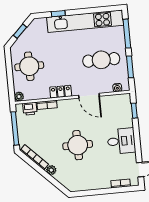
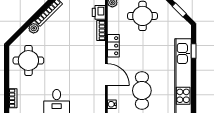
door: (89, 96) -> (106, 74), swing flipped
round table: (78, 145) -> (28, 60), moved

